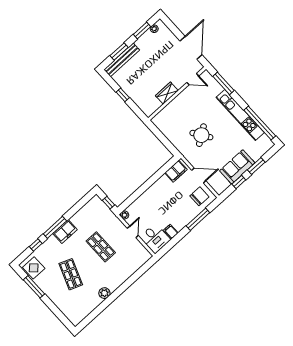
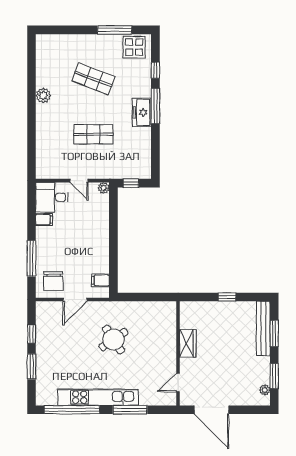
window: (224, 83) -> (130, 410), moved
sofa: (237, 167) -> (48, 346), removed
filing cabinet: (176, 171) -> (100, 280), width x0.50

